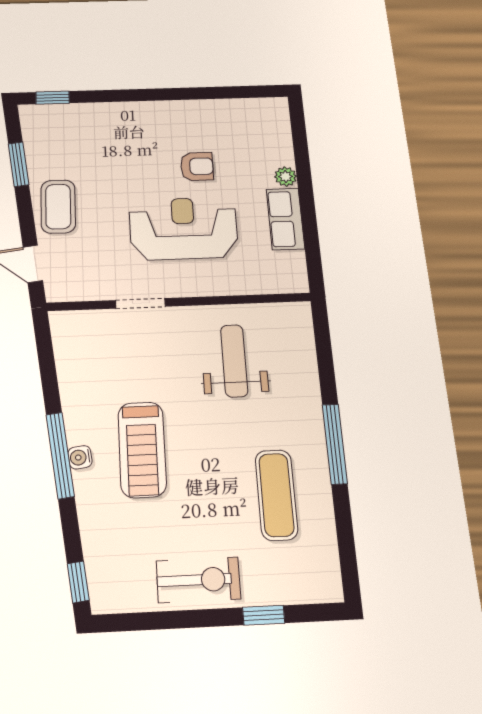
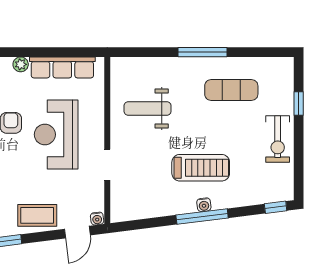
row of seats: (285, 219) -> (62, 67), width x1.48
water cooler: (54, 292) -> (97, 219), added
exercise bike: (198, 580) -> (278, 139), turned 180

